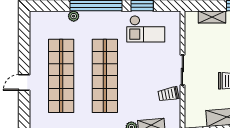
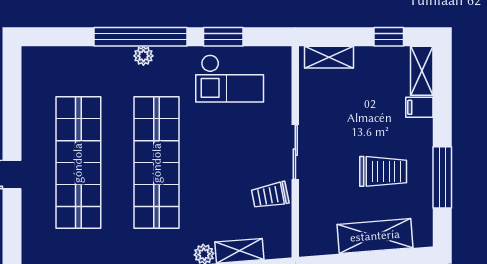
plant: (74, 16) -> (143, 56), moved
shelving: (212, 17) -> (329, 57), moved

